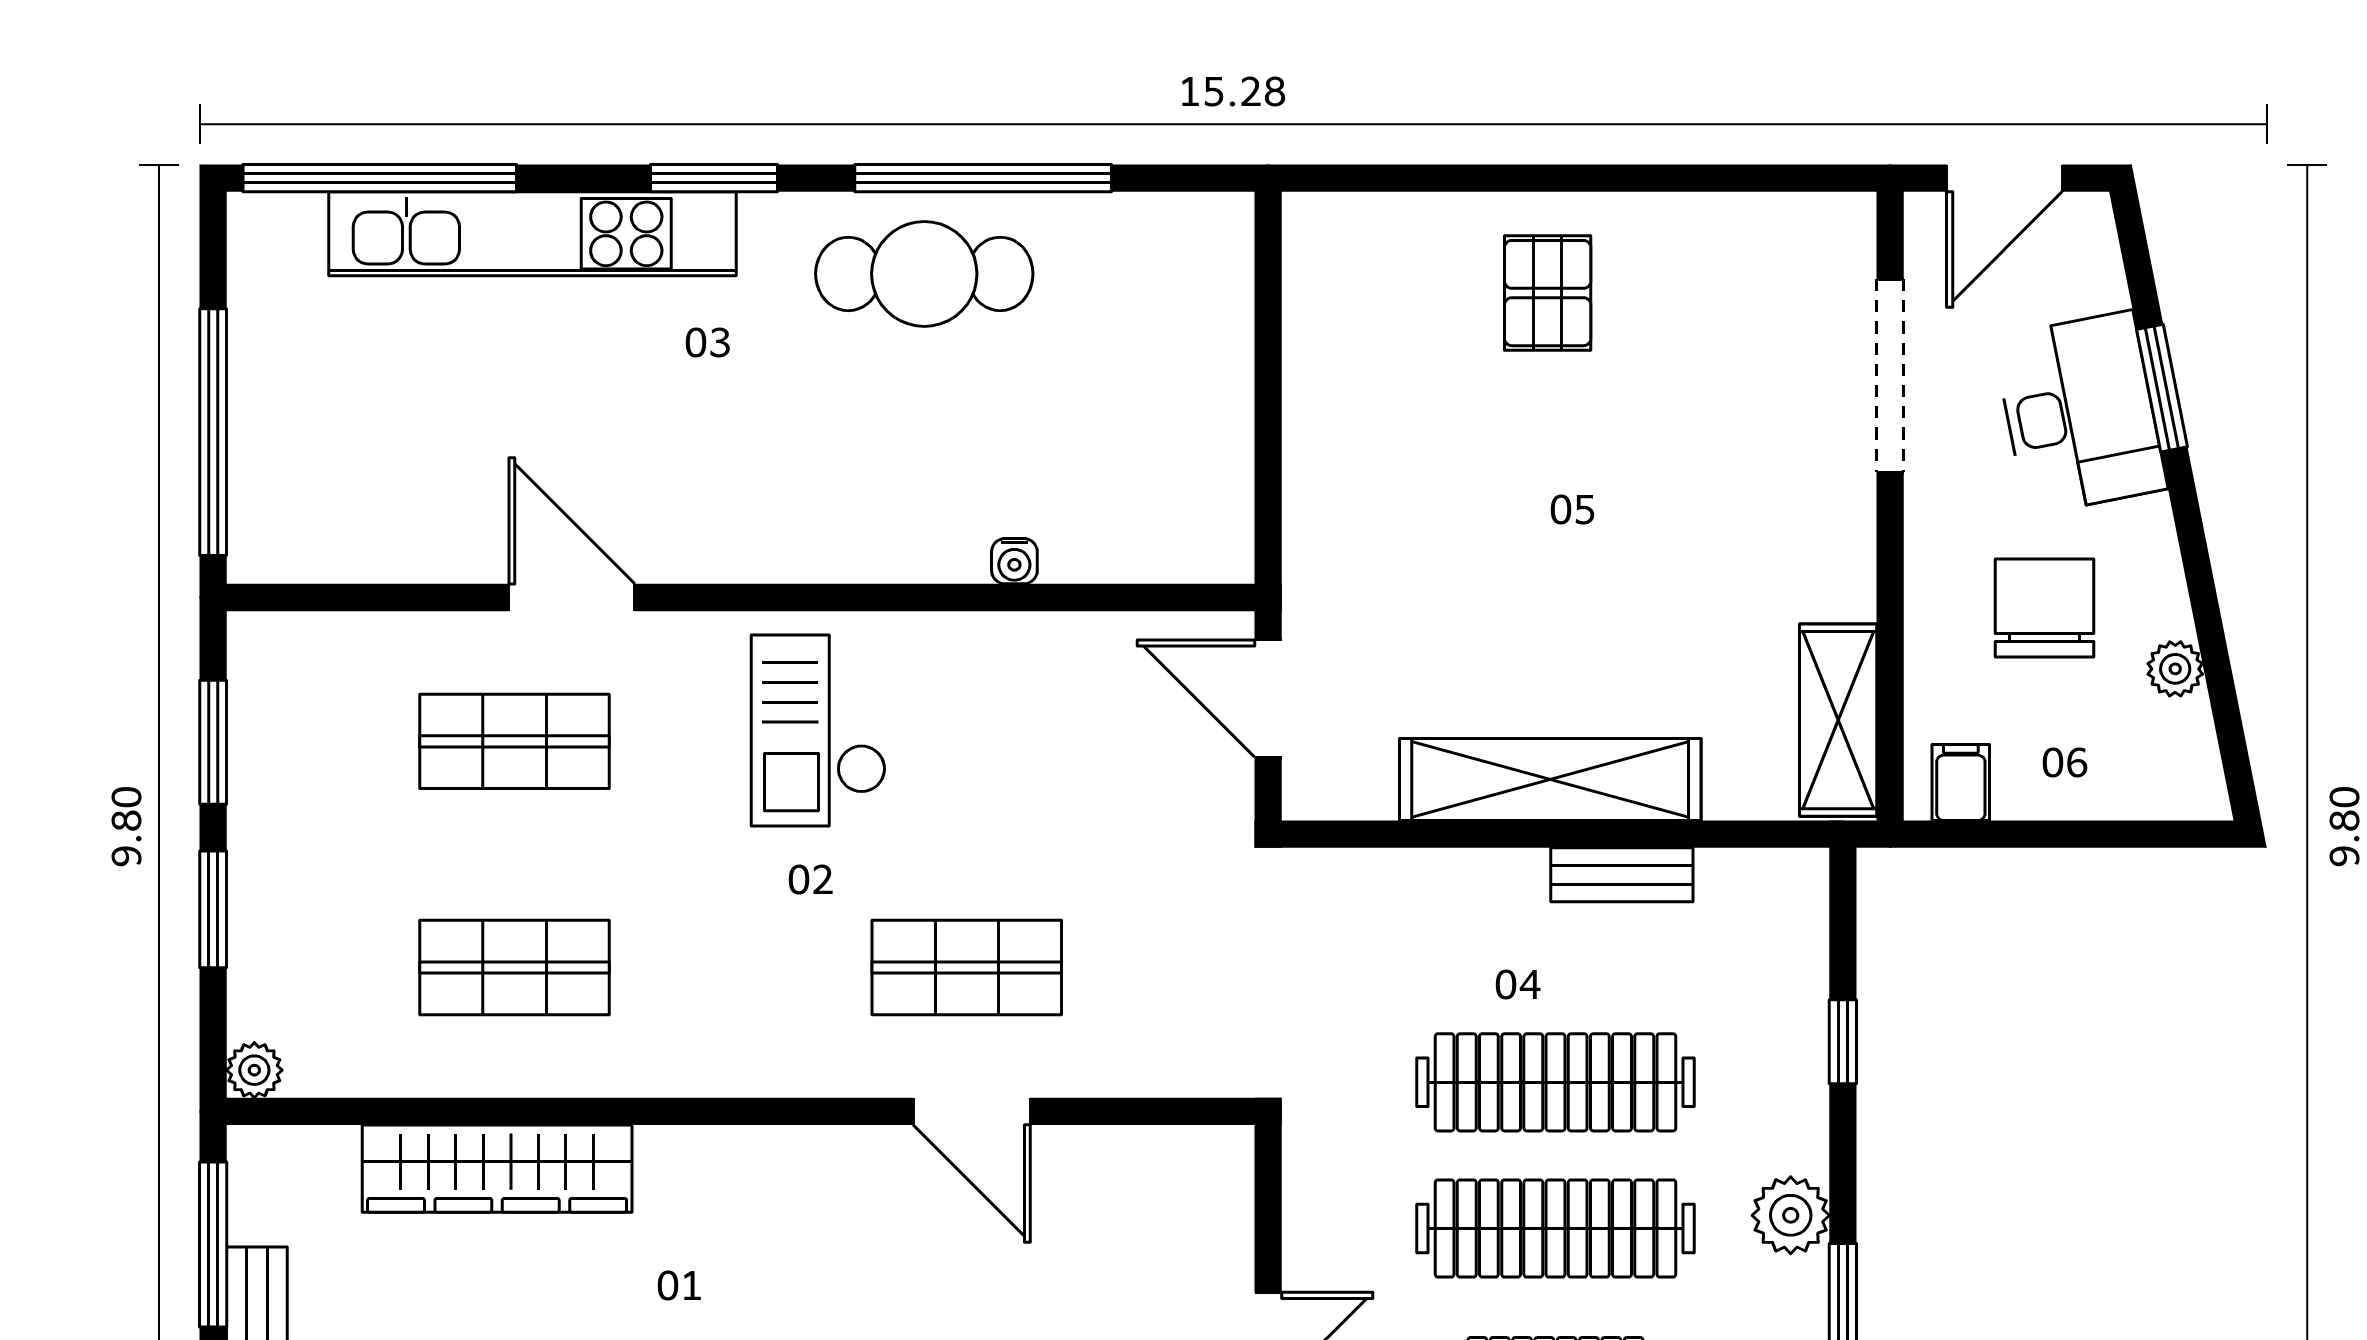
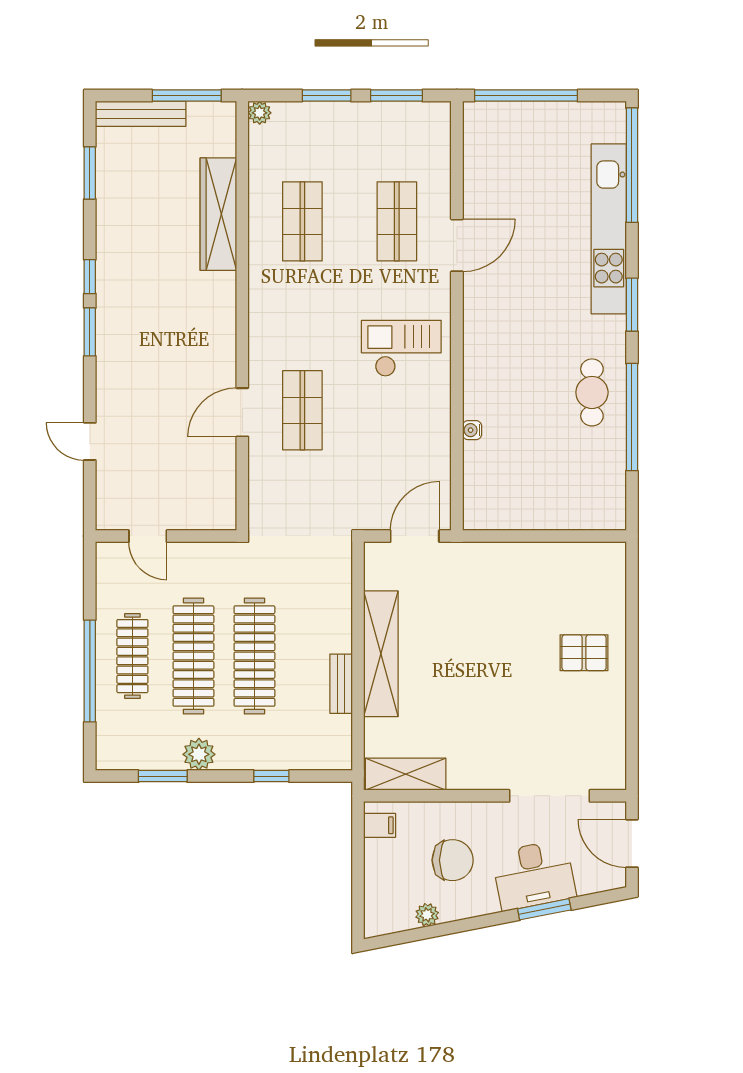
cafe table: (924, 274) -> (592, 392), width x0.73, depth x0.74

